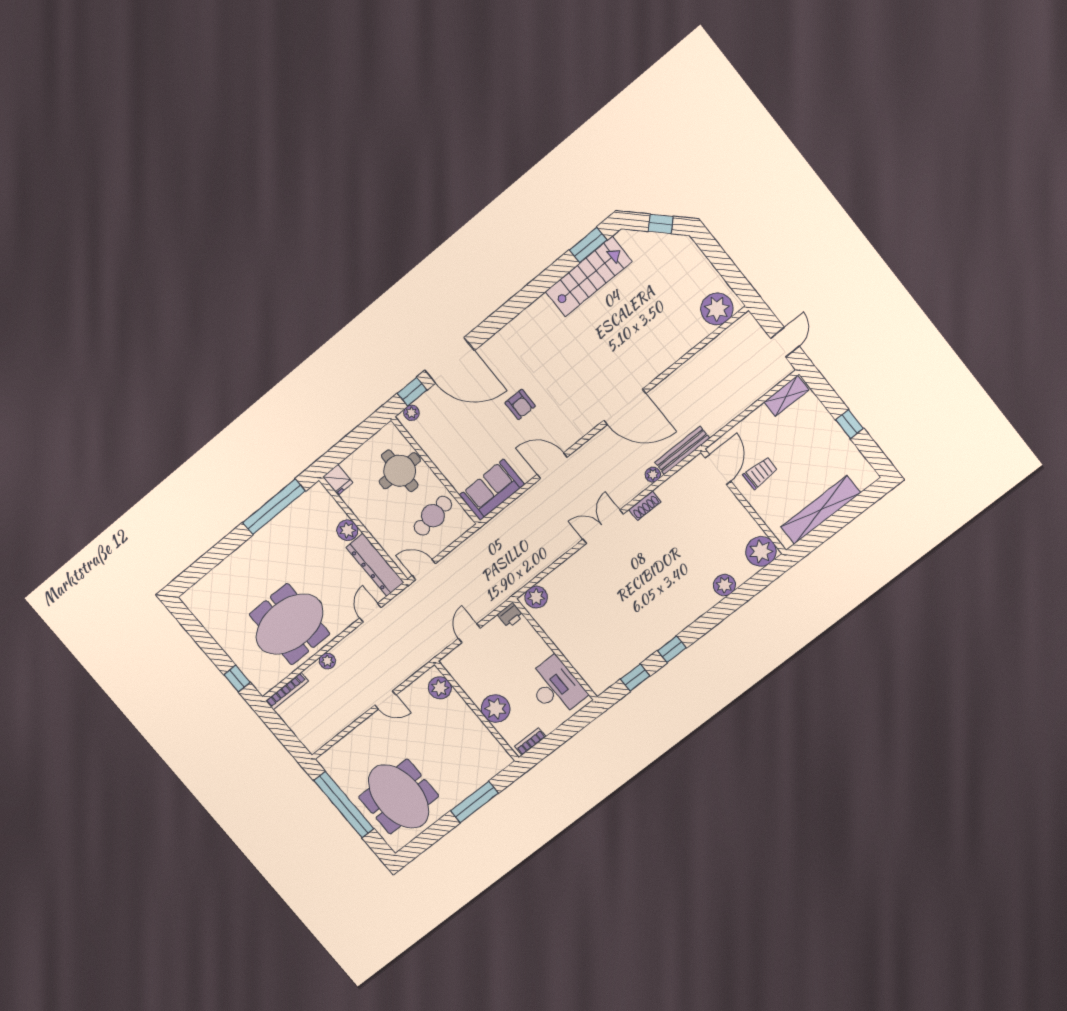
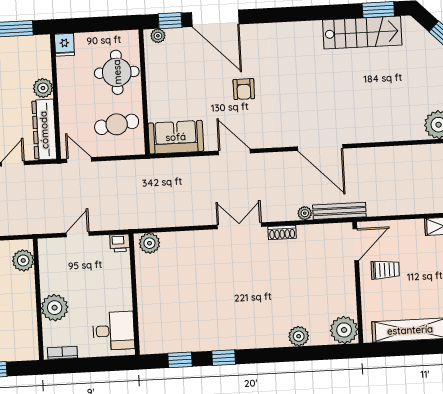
desk: (555, 687) -> (114, 331), width x0.73

